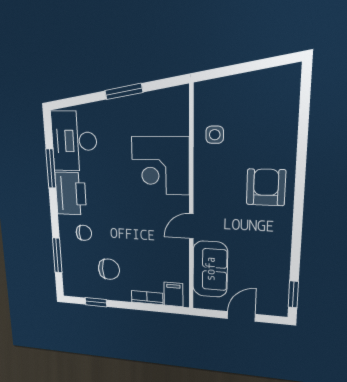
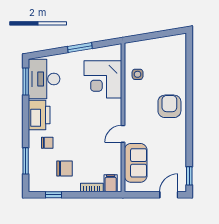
corner desk: (160, 166) -> (103, 79), moved
window: (51, 169) -> (26, 81), moved
door: (241, 316) -> (169, 195), moved

